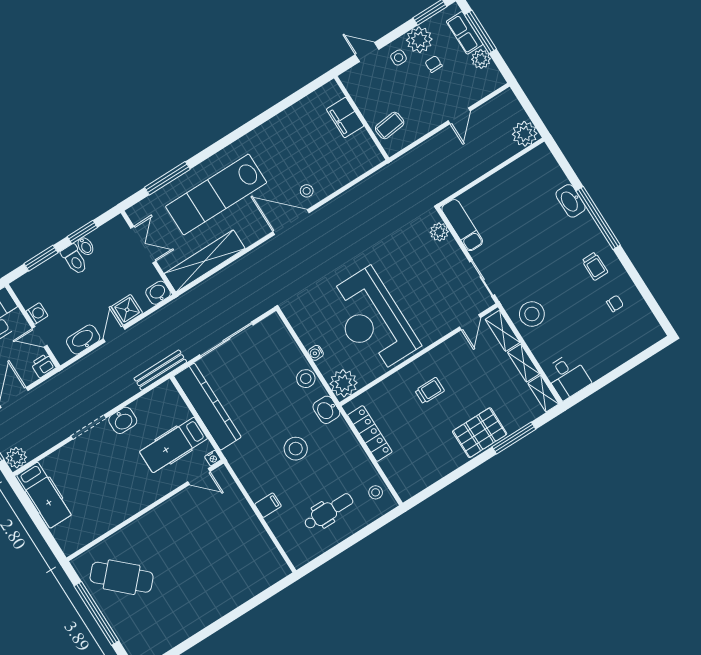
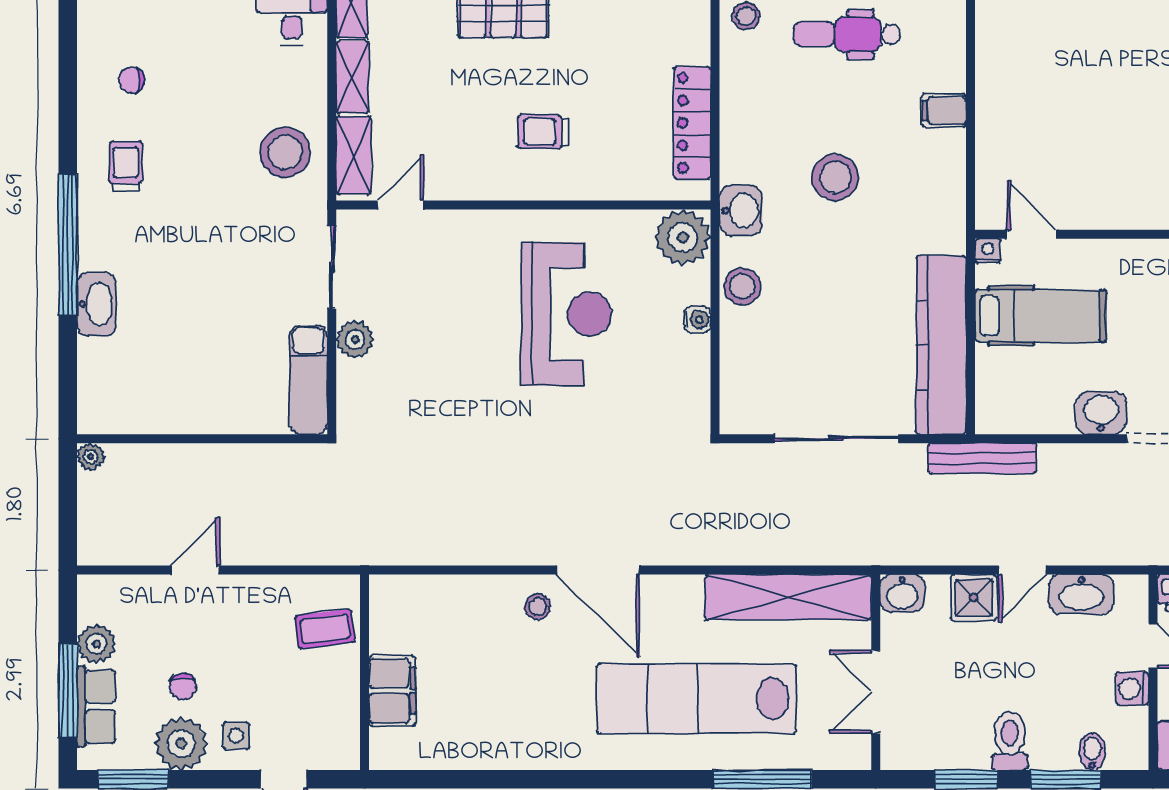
plant: (525, 134) -> (91, 457), width x0.53, depth x0.53
lab bench: (216, 194) -> (697, 699), turned 180
plant: (439, 232) -> (355, 339), moved
bidet: (85, 246) -> (1092, 751), moved
reception desk: (372, 321) -> (566, 314), width x0.74, depth x0.77

